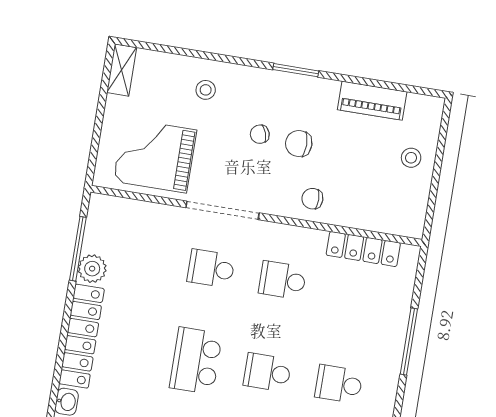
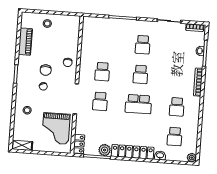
locker: (363, 249) -> (79, 144), moved, width x0.66

